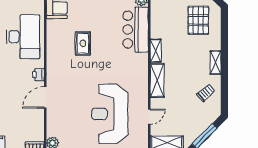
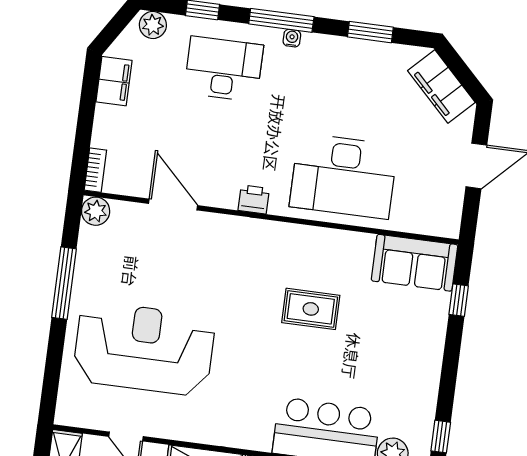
door: (45, 97) -> (173, 205), moved

